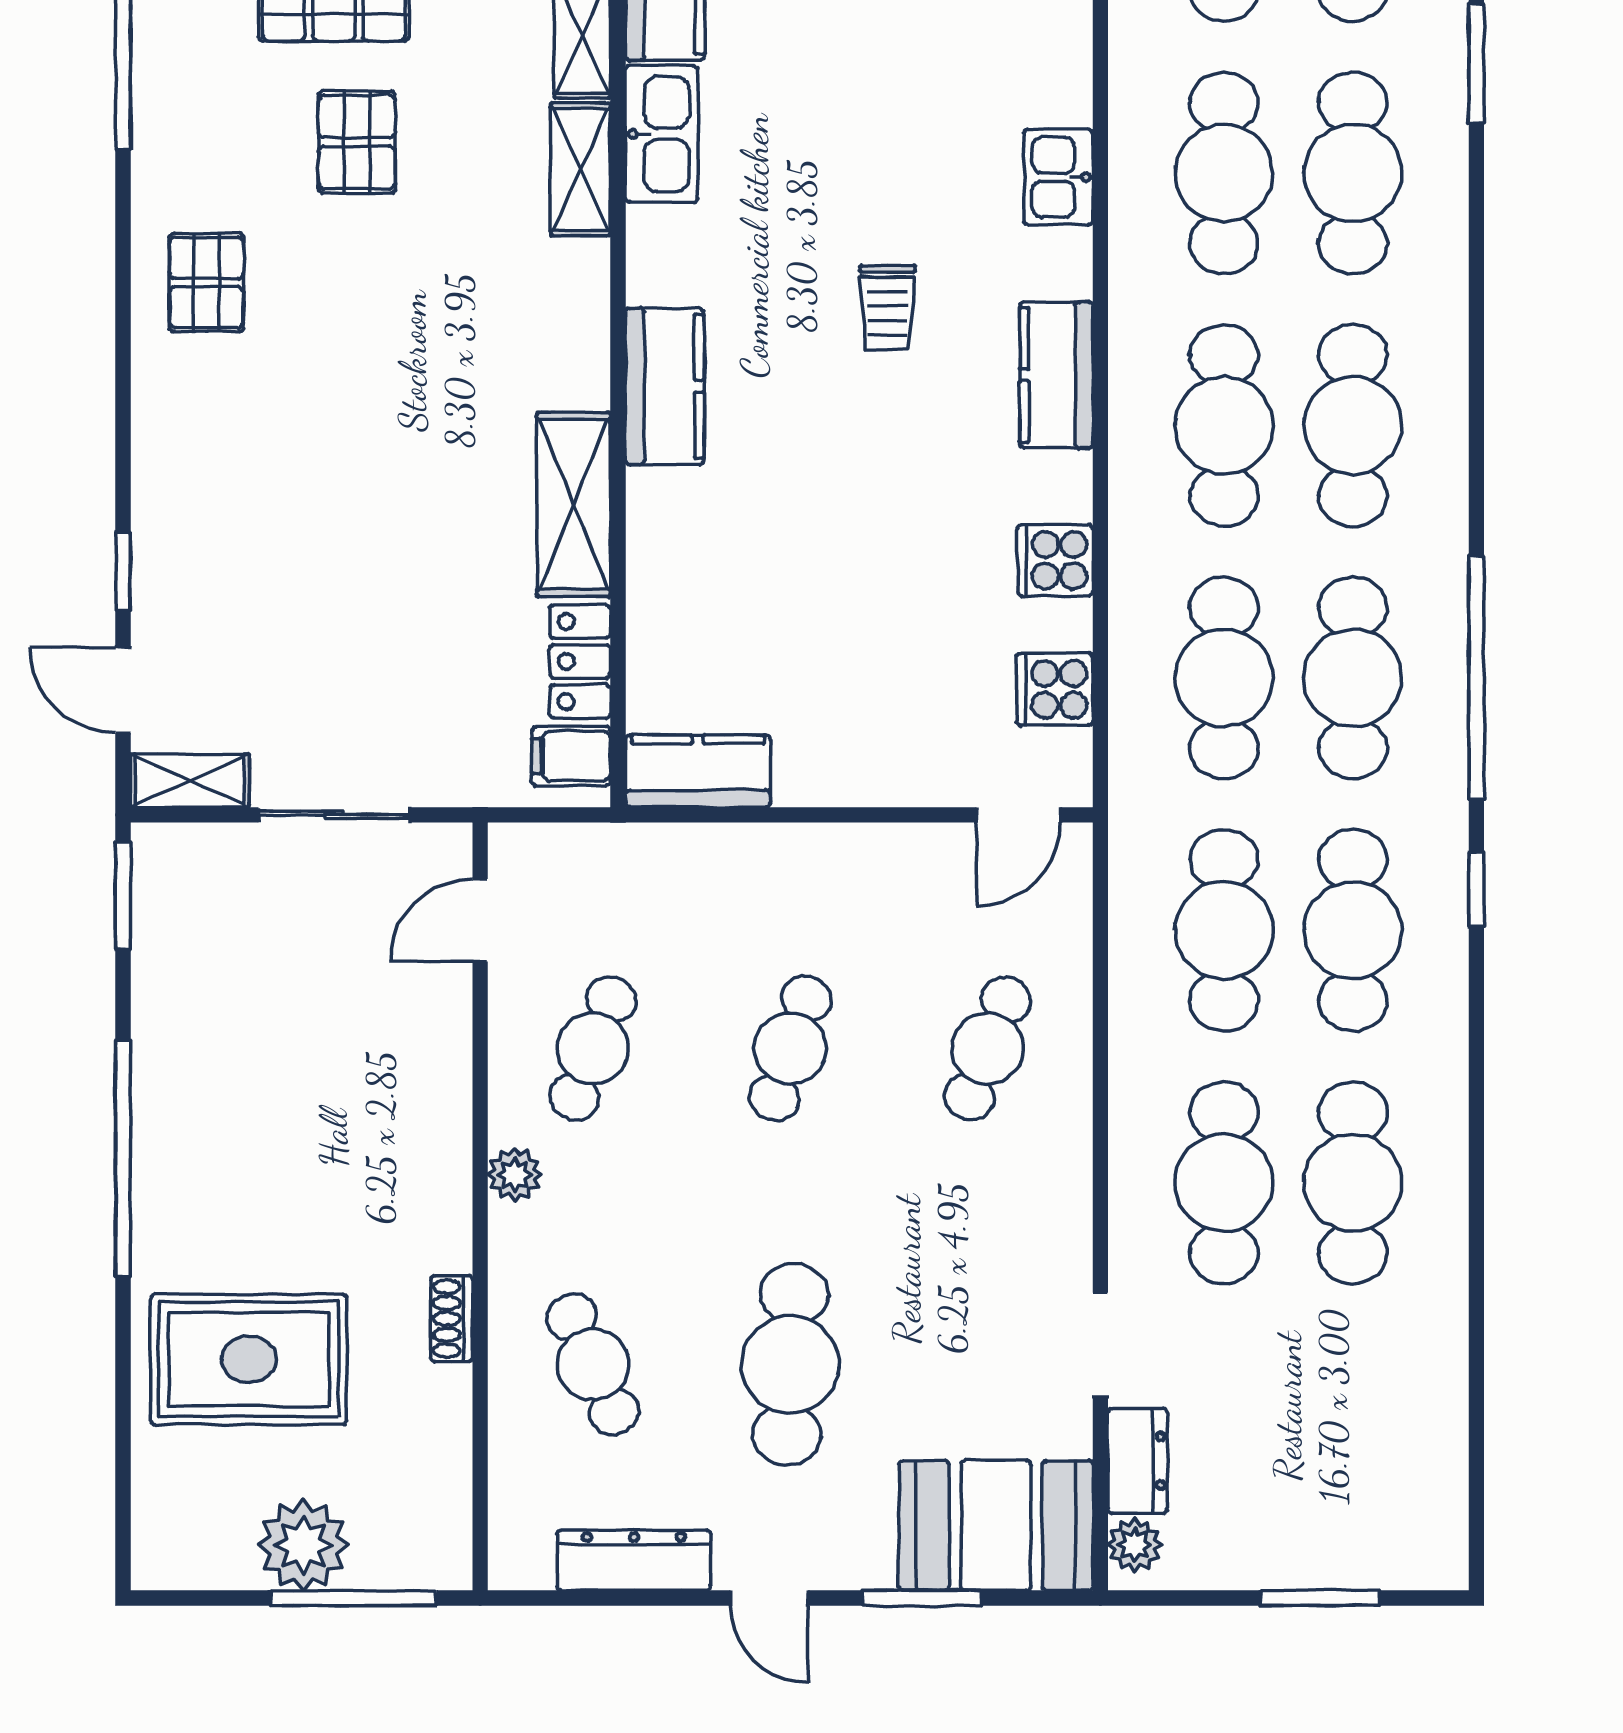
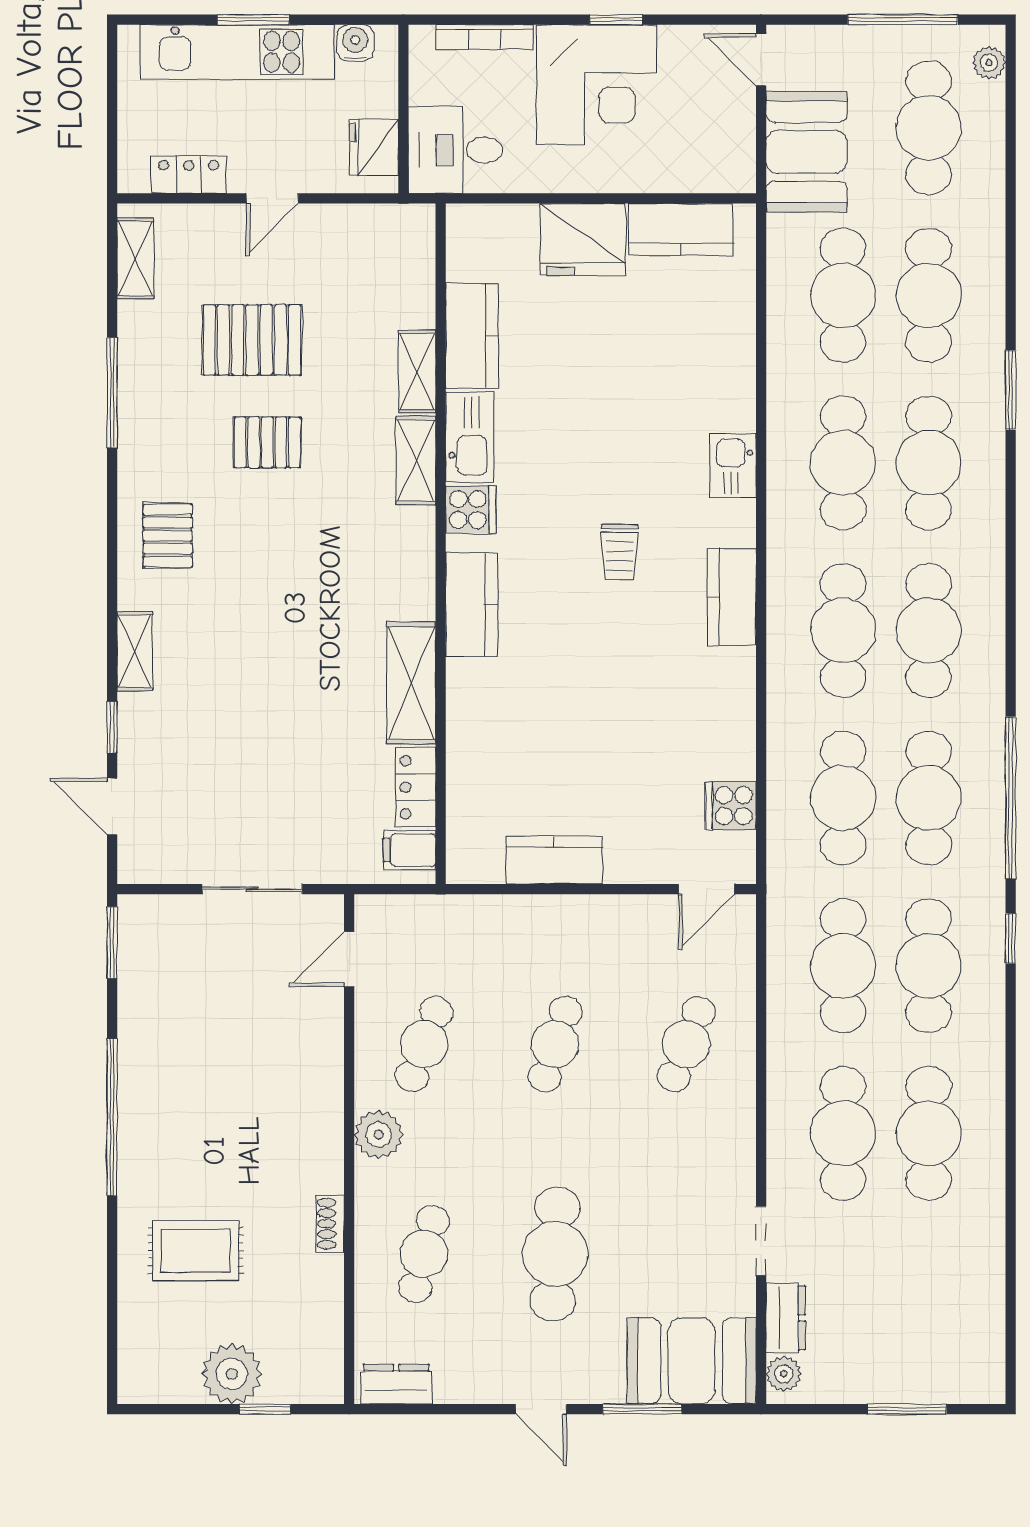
pallet: (357, 142) -> (267, 442), turned 90
cooker: (1055, 560) -> (471, 510), moved, turned 180
kitchen counter: (698, 771) -> (554, 860), moved
shelving: (190, 781) -> (135, 651), moved, turned 90
plant: (514, 1174) -> (379, 1135), width x1.38, depth x1.38
rug: (249, 1359) -> (196, 1251), width x0.73, depth x0.70
cafe table: (593, 1364) -> (424, 1254), turned 39
dresser: (634, 1560) -> (396, 1384), moved, width x0.70
window: (353, 1598) -> (265, 1409), width x0.46

